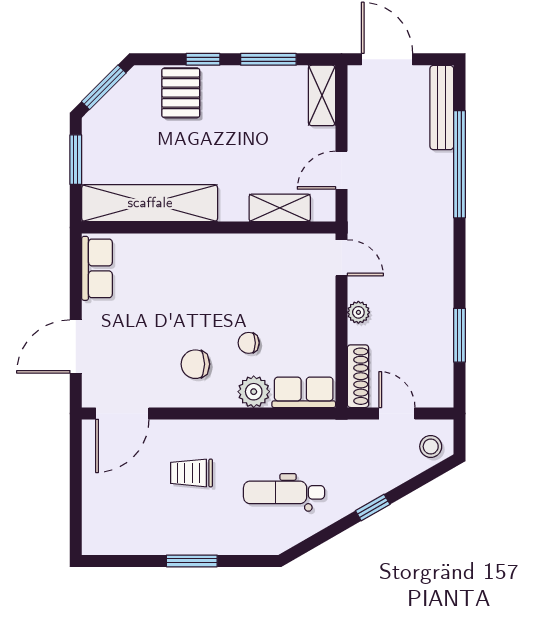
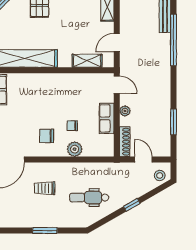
row of seats: (304, 392) -> (107, 118), moved, turned -90

